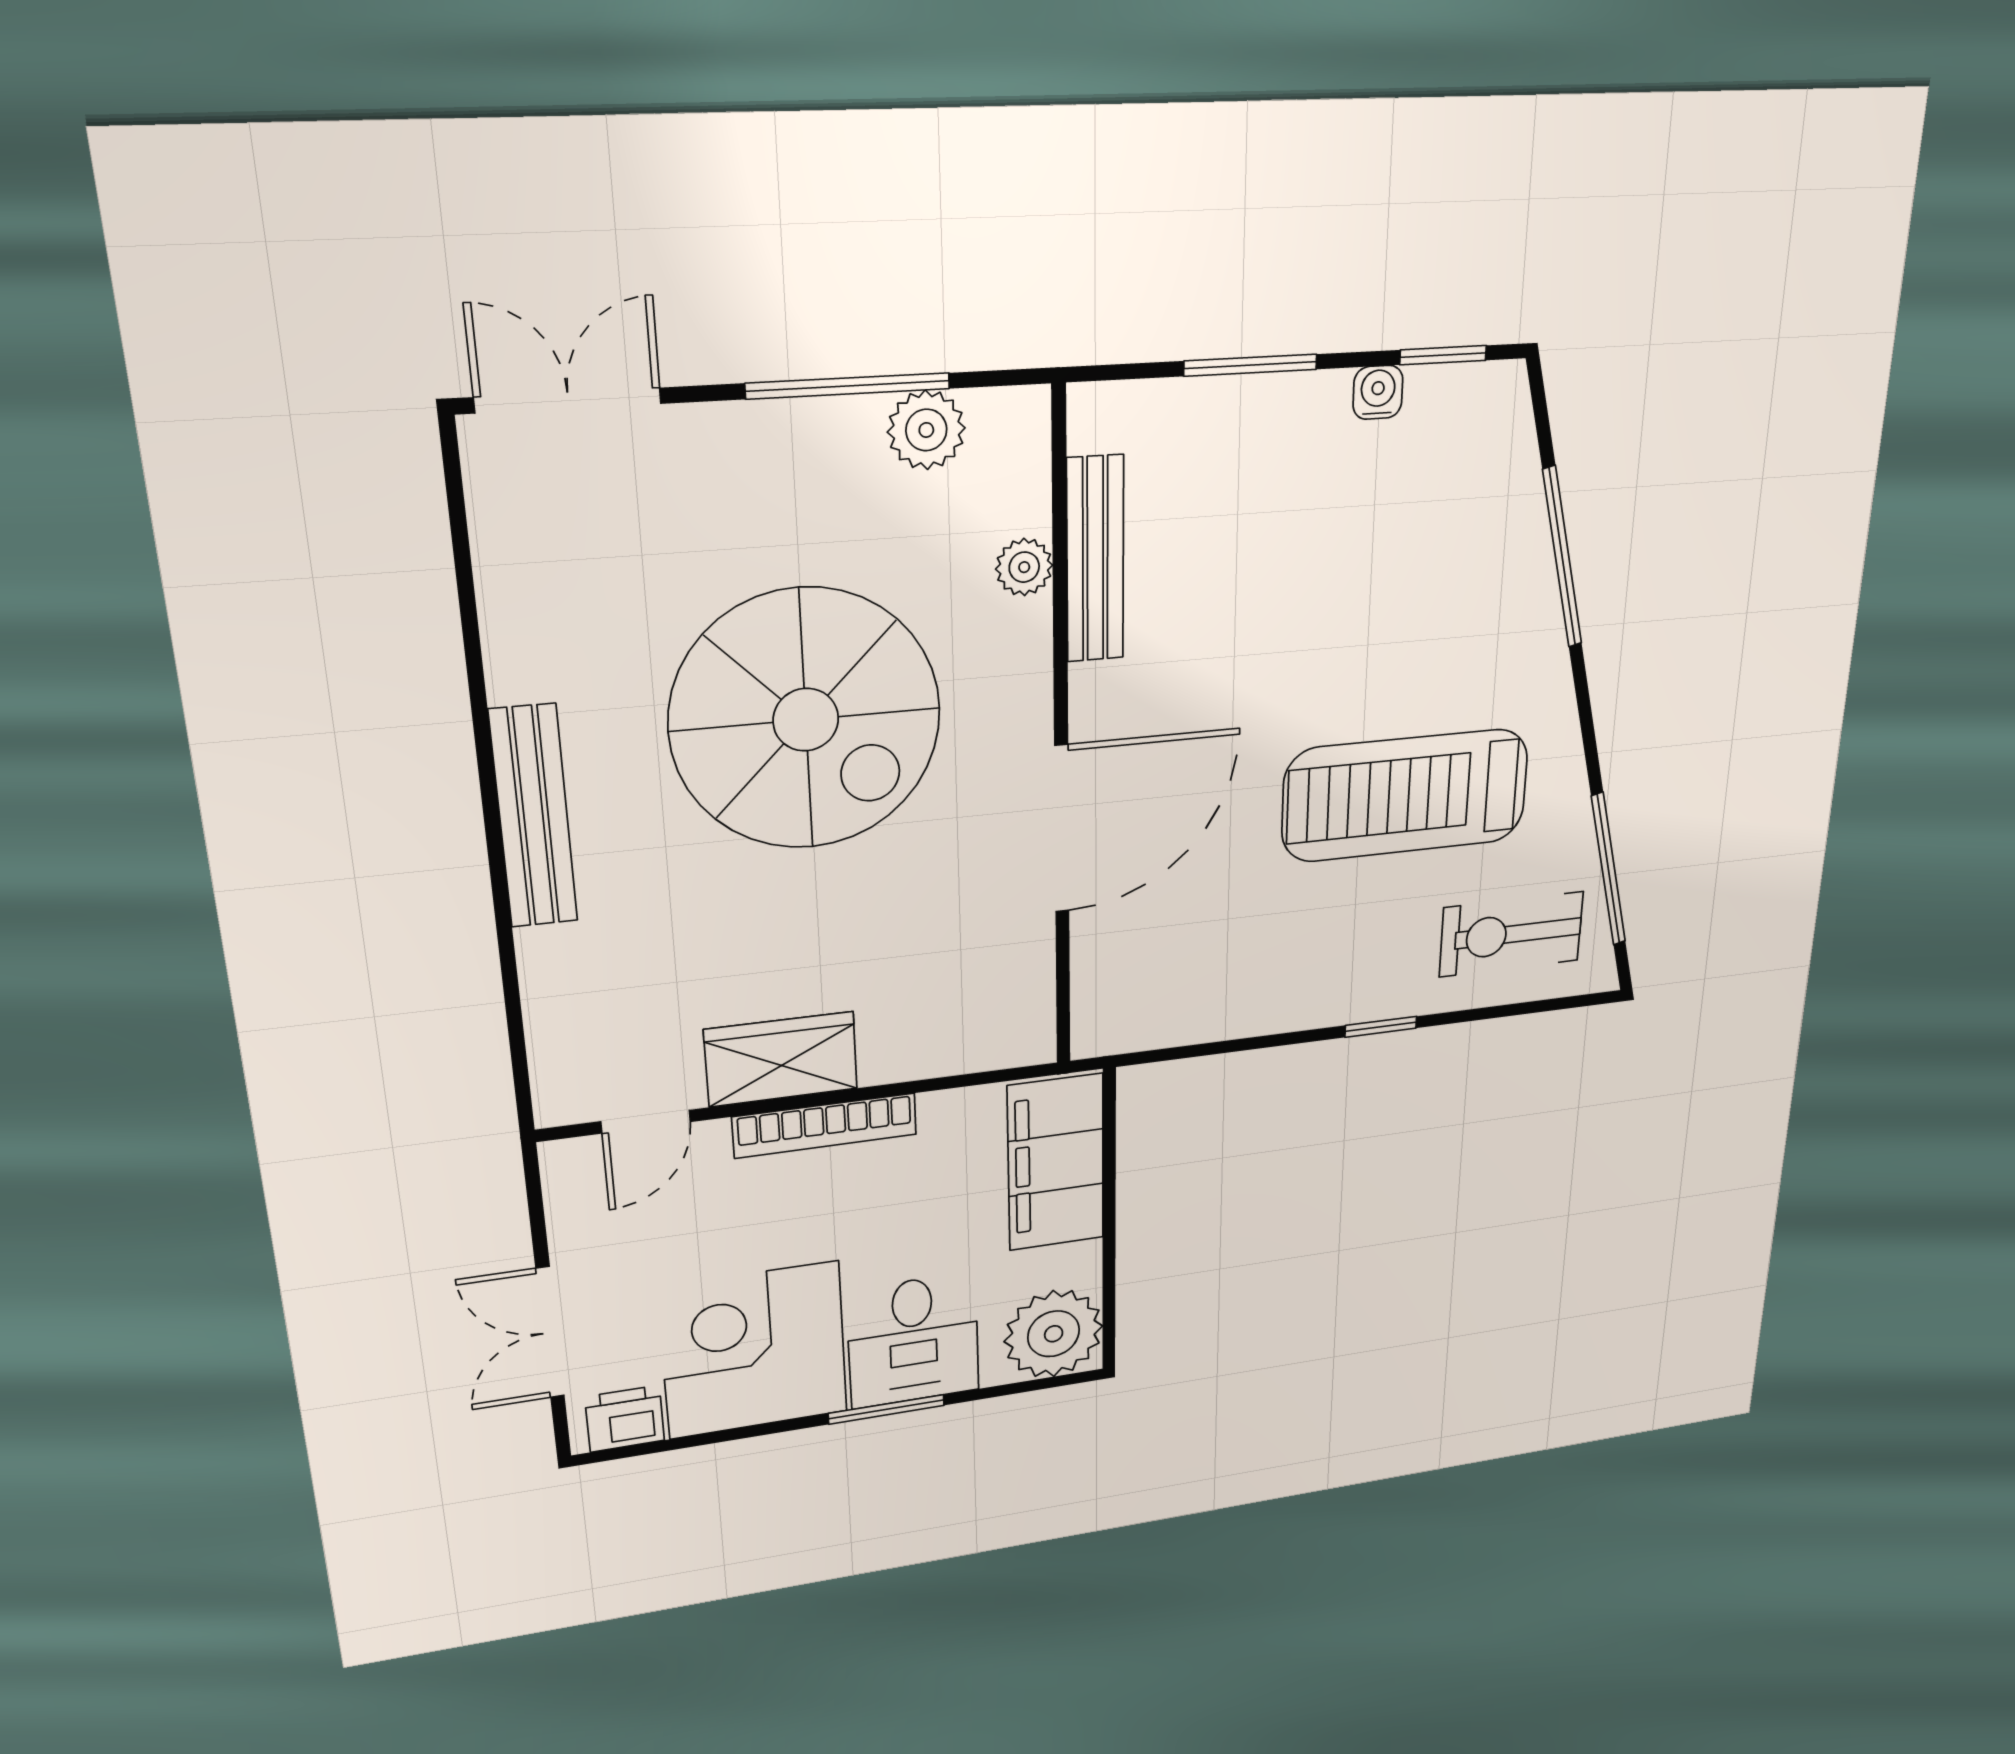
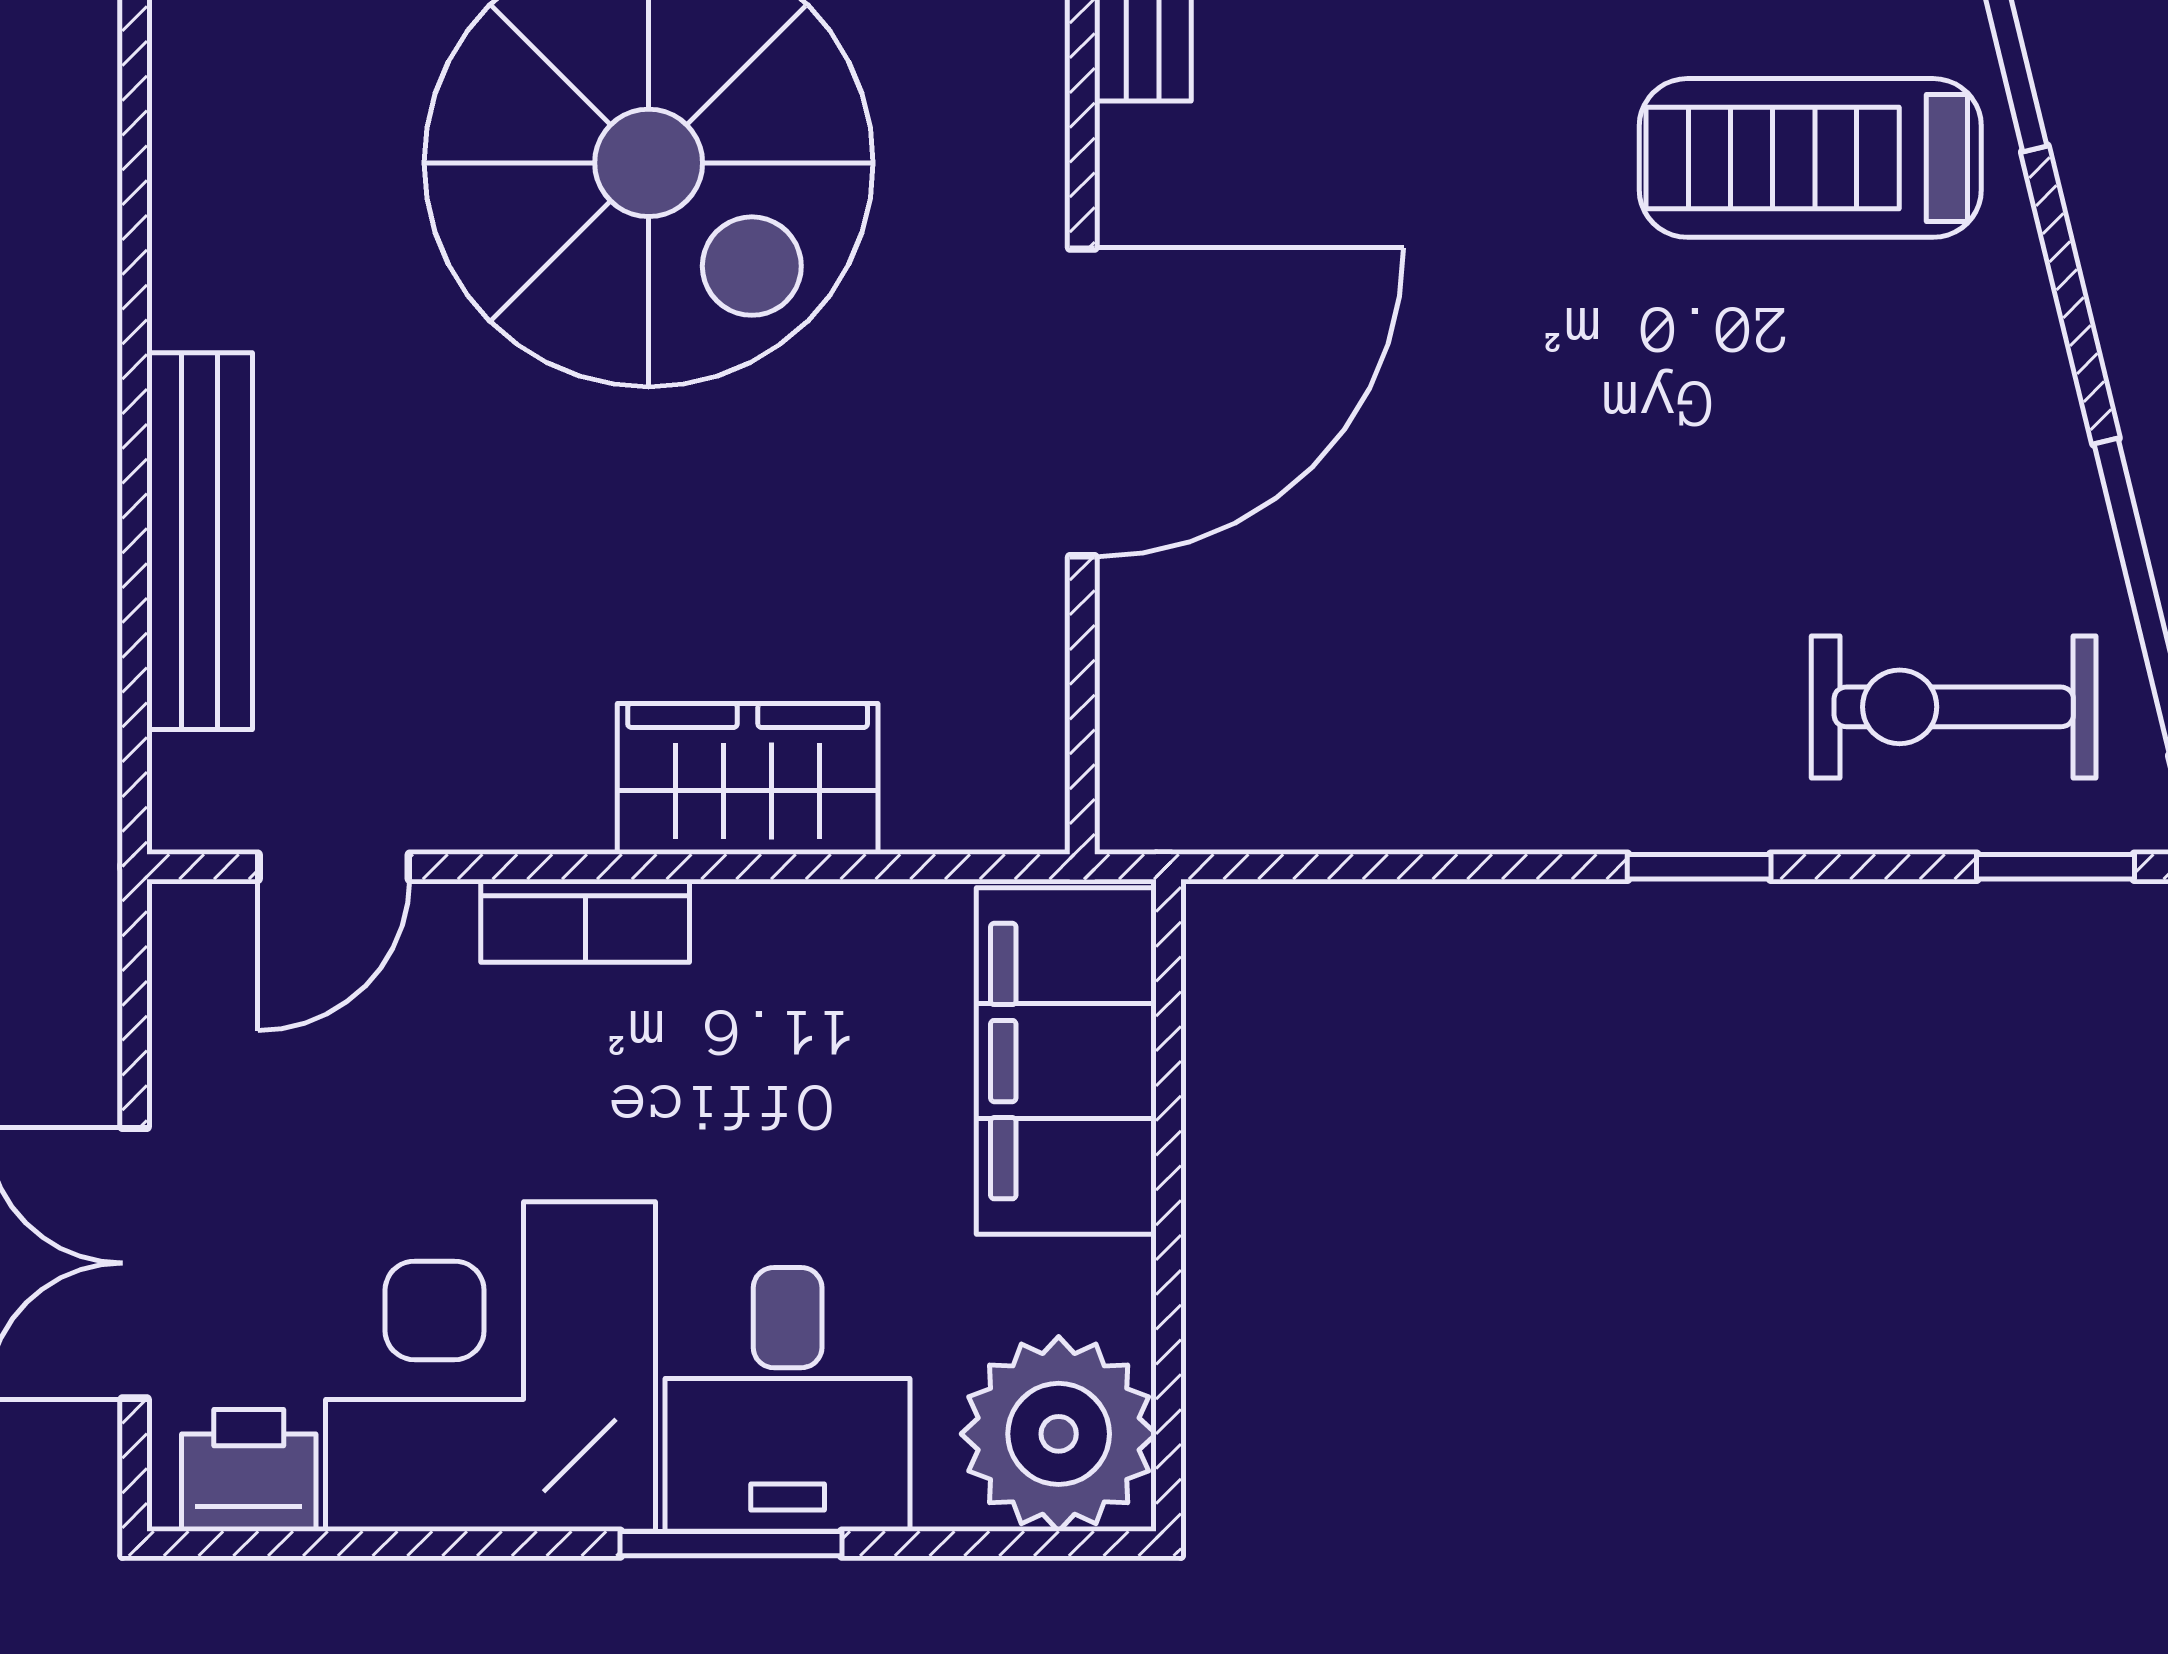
treadmill: (1406, 795) -> (1810, 158), moved, width x0.73, depth x0.73
bench: (533, 817) -> (200, 541), moved
window: (1554, 1004) -> (2056, 867), added
wardrobe: (781, 1059) -> (748, 779), moved
bookcase: (825, 1126) -> (585, 921), width x0.64

